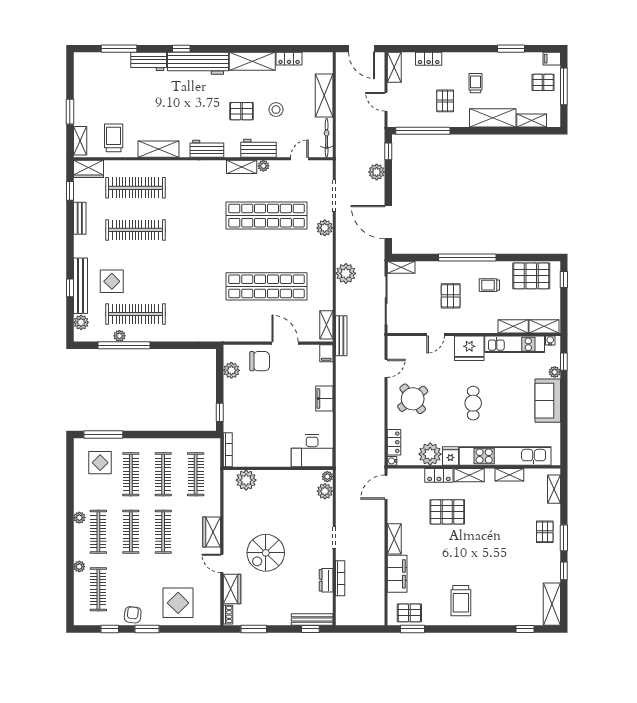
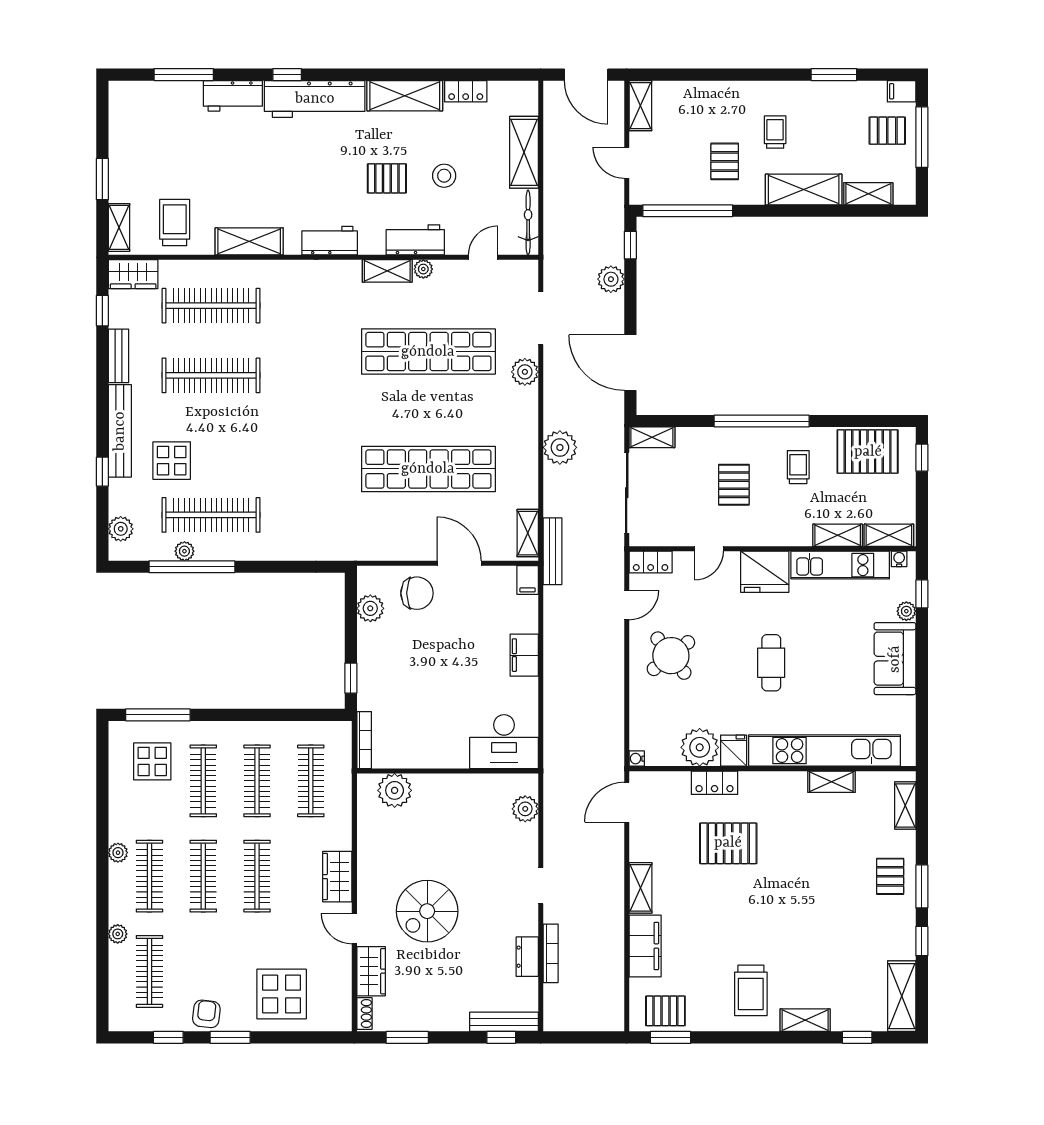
locker: (429, 59) -> (697, 91), removed
trolley: (489, 285) -> (798, 467), turned 90
bench: (81, 286) -> (120, 431), moved
locker: (394, 442) -> (651, 562), moved, turned 90
shelving: (469, 475) -> (805, 1020), moved
plant: (327, 477) -> (529, 785), removed

